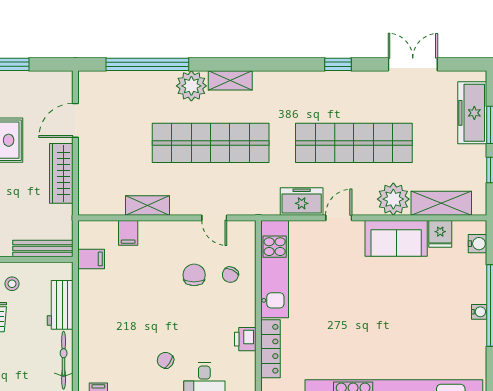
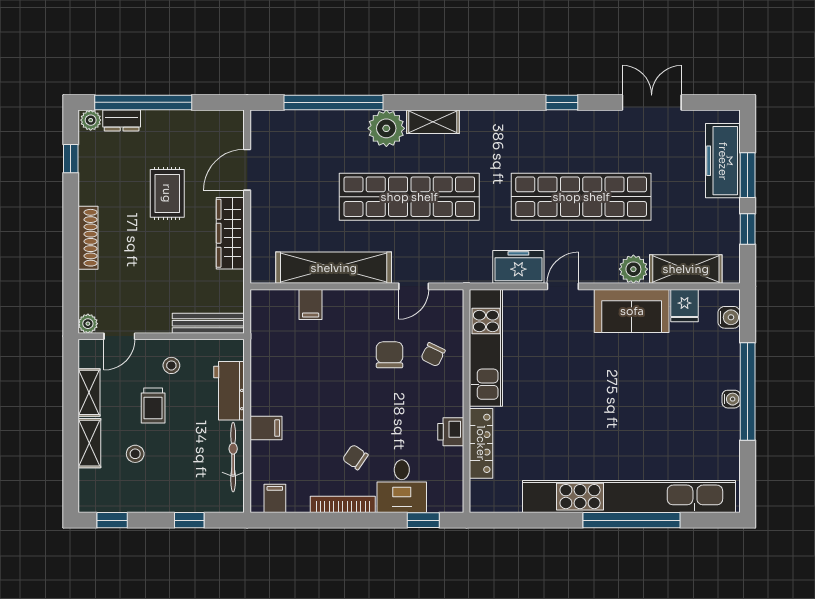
plant: (393, 199) -> (633, 269), width x0.73, depth x0.73
shelving: (147, 205) -> (334, 268), width x2.20, depth x1.33
door: (214, 218) -> (414, 286), hinge flipped
filing cabinet: (91, 259) -> (266, 428), moved

